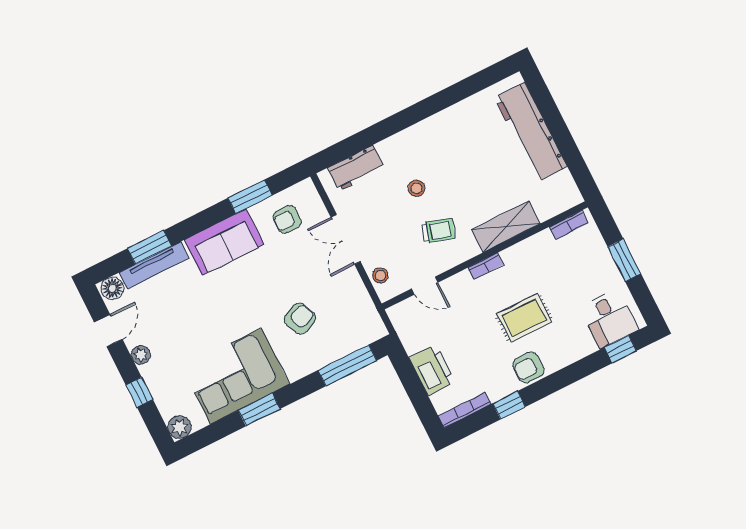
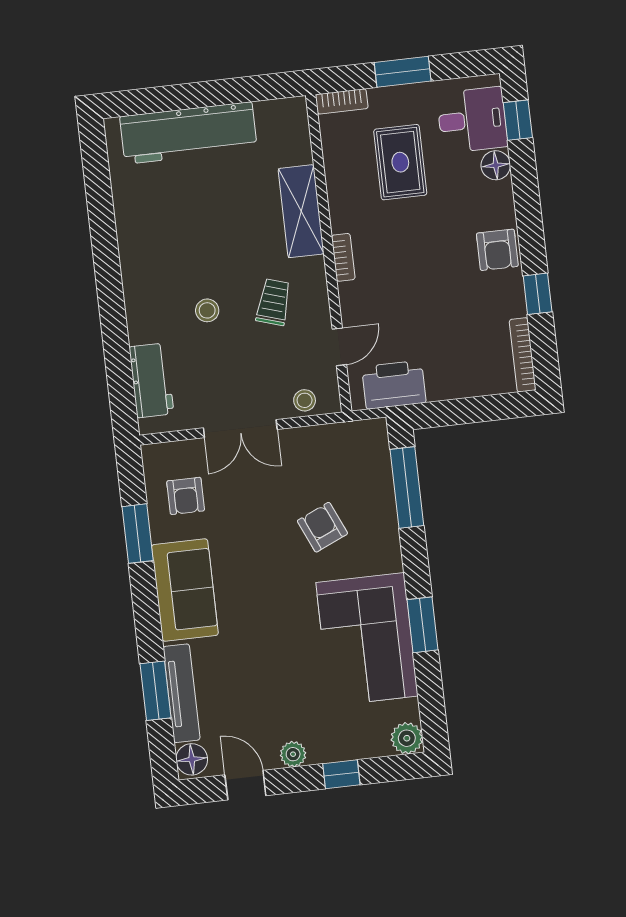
bookcase: (569, 225) -> (342, 101), moved, turned 90
rug: (524, 318) -> (400, 162), moved
floor lamp: (585, 346) -> (496, 165), added
printer: (432, 370) -> (394, 385), moved

